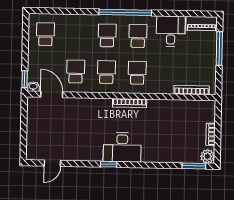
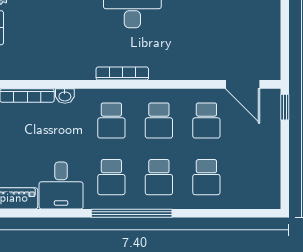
school desk: (45, 34) -> (206, 177), moved
washbasin: (33, 87) -> (65, 96), moved

